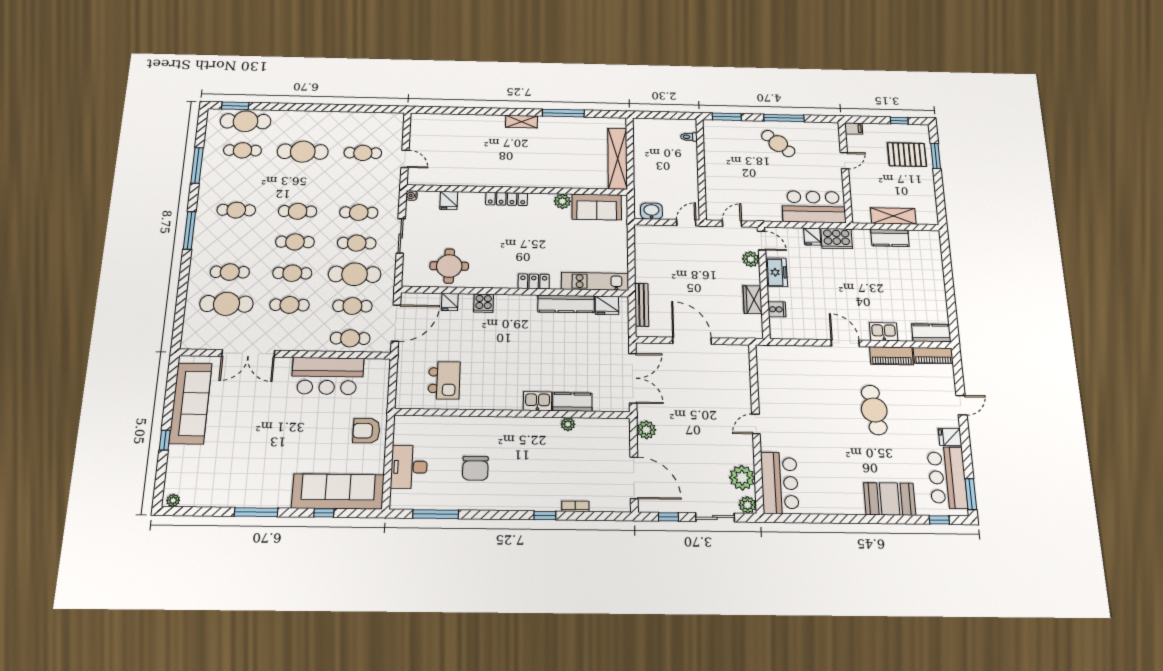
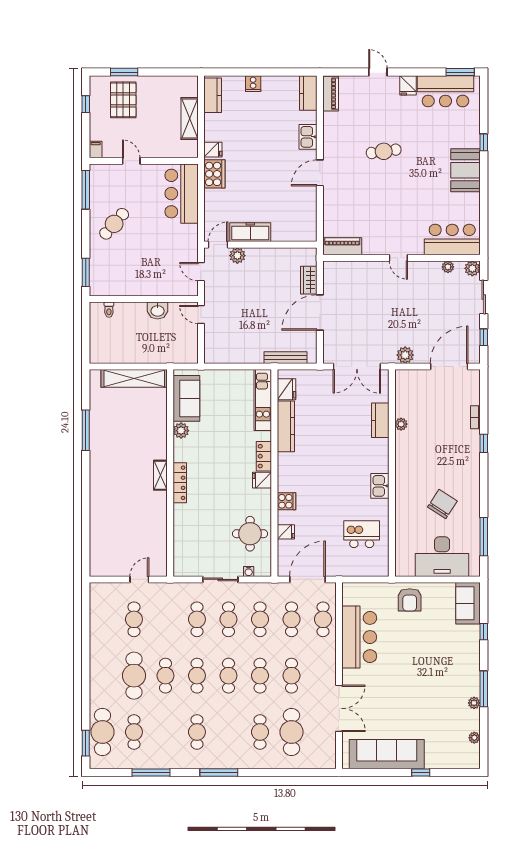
window: (784, 118) -> (86, 190), moved
shelving: (522, 122) -> (160, 475), moved
cafe table: (300, 181) -> (165, 676), added
water cooler: (412, 195) -> (249, 571), moved
fridge: (449, 200) -> (262, 480), moved, turned 180
washbasin: (651, 211) -> (158, 310), moved, turned -90
fridge: (812, 237) -> (213, 150), moved
kitchen counter: (890, 238) -> (213, 95), moved
freezer: (777, 272) -> (250, 232), width x1.40
cafe table: (355, 274) -> (260, 619), width x0.73, depth x0.74
wardrobe: (753, 300) -> (309, 280), moved, turned 90
cooker: (777, 309) -> (253, 84), moved, turned 180
door: (396, 323) -> (307, 579), hinge flipped
piano: (891, 356) -> (342, 246), moved, turned -90
double door: (633, 378) -> (357, 367), swing flipped
kitchen sink: (538, 401) -> (380, 486), moved
cafe table: (874, 410) -> (384, 151), width x0.73, depth x0.74
desk: (409, 467) -> (442, 557), width x1.36, depth x1.30
chair: (475, 468) -> (442, 504), turned -57
plant: (742, 478) -> (448, 267), width x0.53, depth x0.53
sofa: (338, 491) -> (468, 603), width x0.54, depth x0.79
booth: (890, 499) -> (465, 170), moved
plant: (173, 500) -> (474, 738), moved
plant: (240, 501) -> (474, 703), added
window: (939, 520) -> (484, 142), moved

